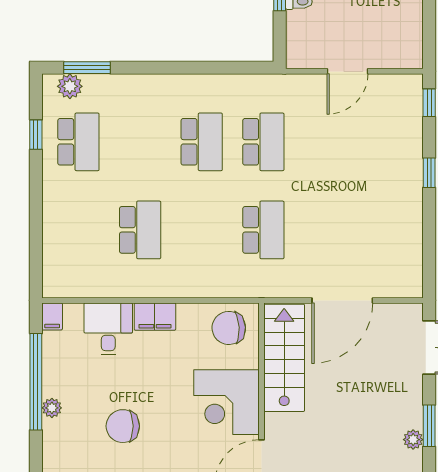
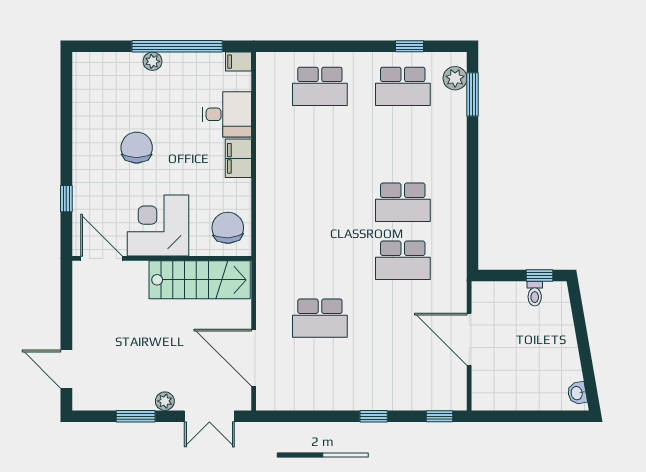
door: (347, 71) -> (469, 339), width x1.36
school desk: (140, 230) -> (320, 86), moved
school desk: (263, 230) -> (320, 318), moved
door: (342, 300) -> (254, 358), moved
chair: (123, 426) -> (137, 148), moved
plant: (413, 440) -> (165, 401), moved

